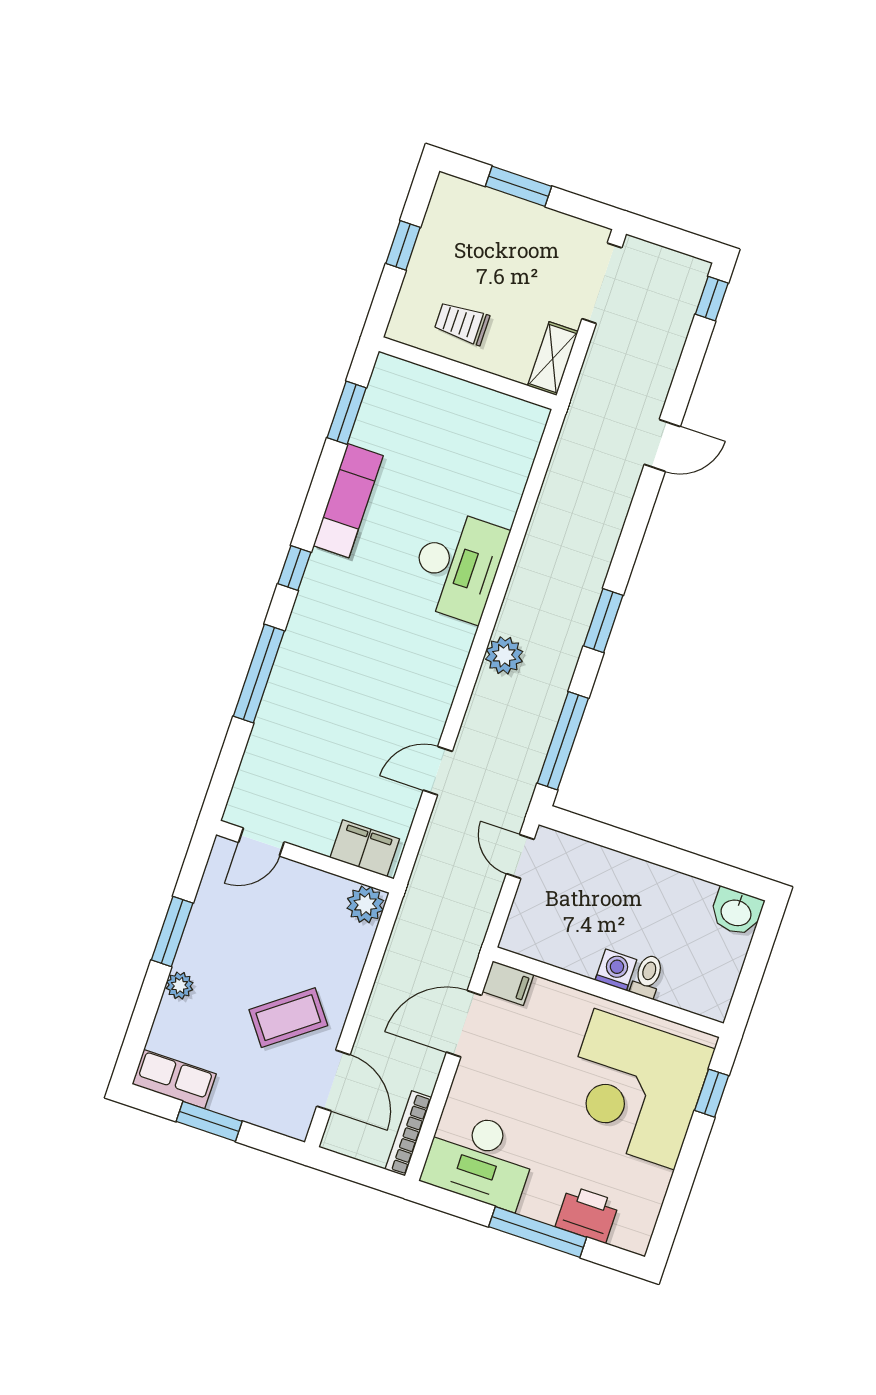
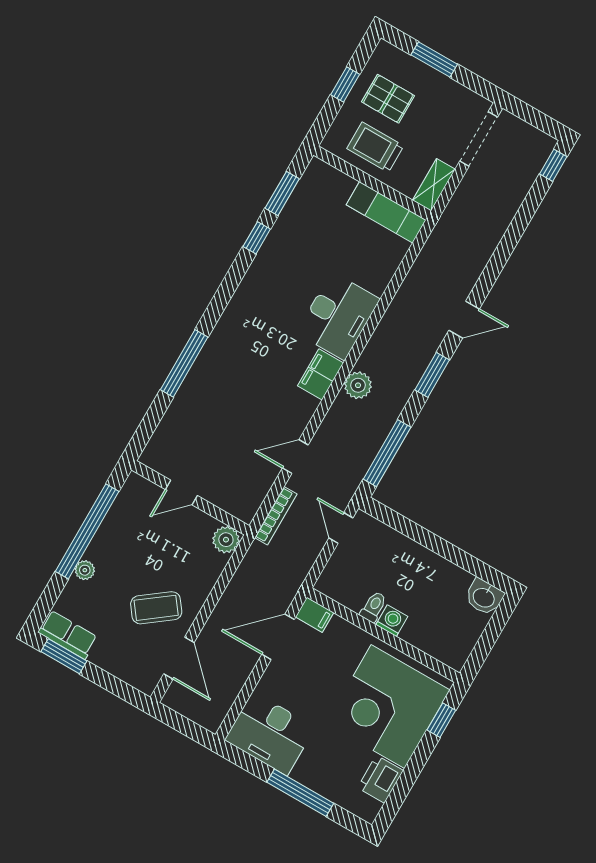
pallet: (466, 253) -> (388, 99), added
trolley: (462, 323) -> (375, 147), width x1.36, depth x1.39
door: (662, 445) -> (464, 320), moved
exam couch: (348, 501) -> (386, 212), moved, turned 90
window: (294, 568) -> (257, 238), moved
door: (261, 842) -> (181, 493), moved
filing cabinet: (365, 848) -> (320, 374), moved, turned -90
window: (172, 931) -> (87, 531), width x2.11
toilet: (647, 976) -> (373, 607), moved
window: (209, 1121) -> (64, 656), moved
bookcase: (408, 1133) -> (276, 516), moved, turned 180
printer: (587, 1214) -> (380, 779), moved, turned -90

